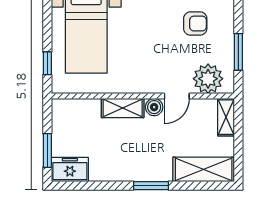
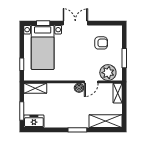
shelving: (123, 108) -> (35, 88), moved

